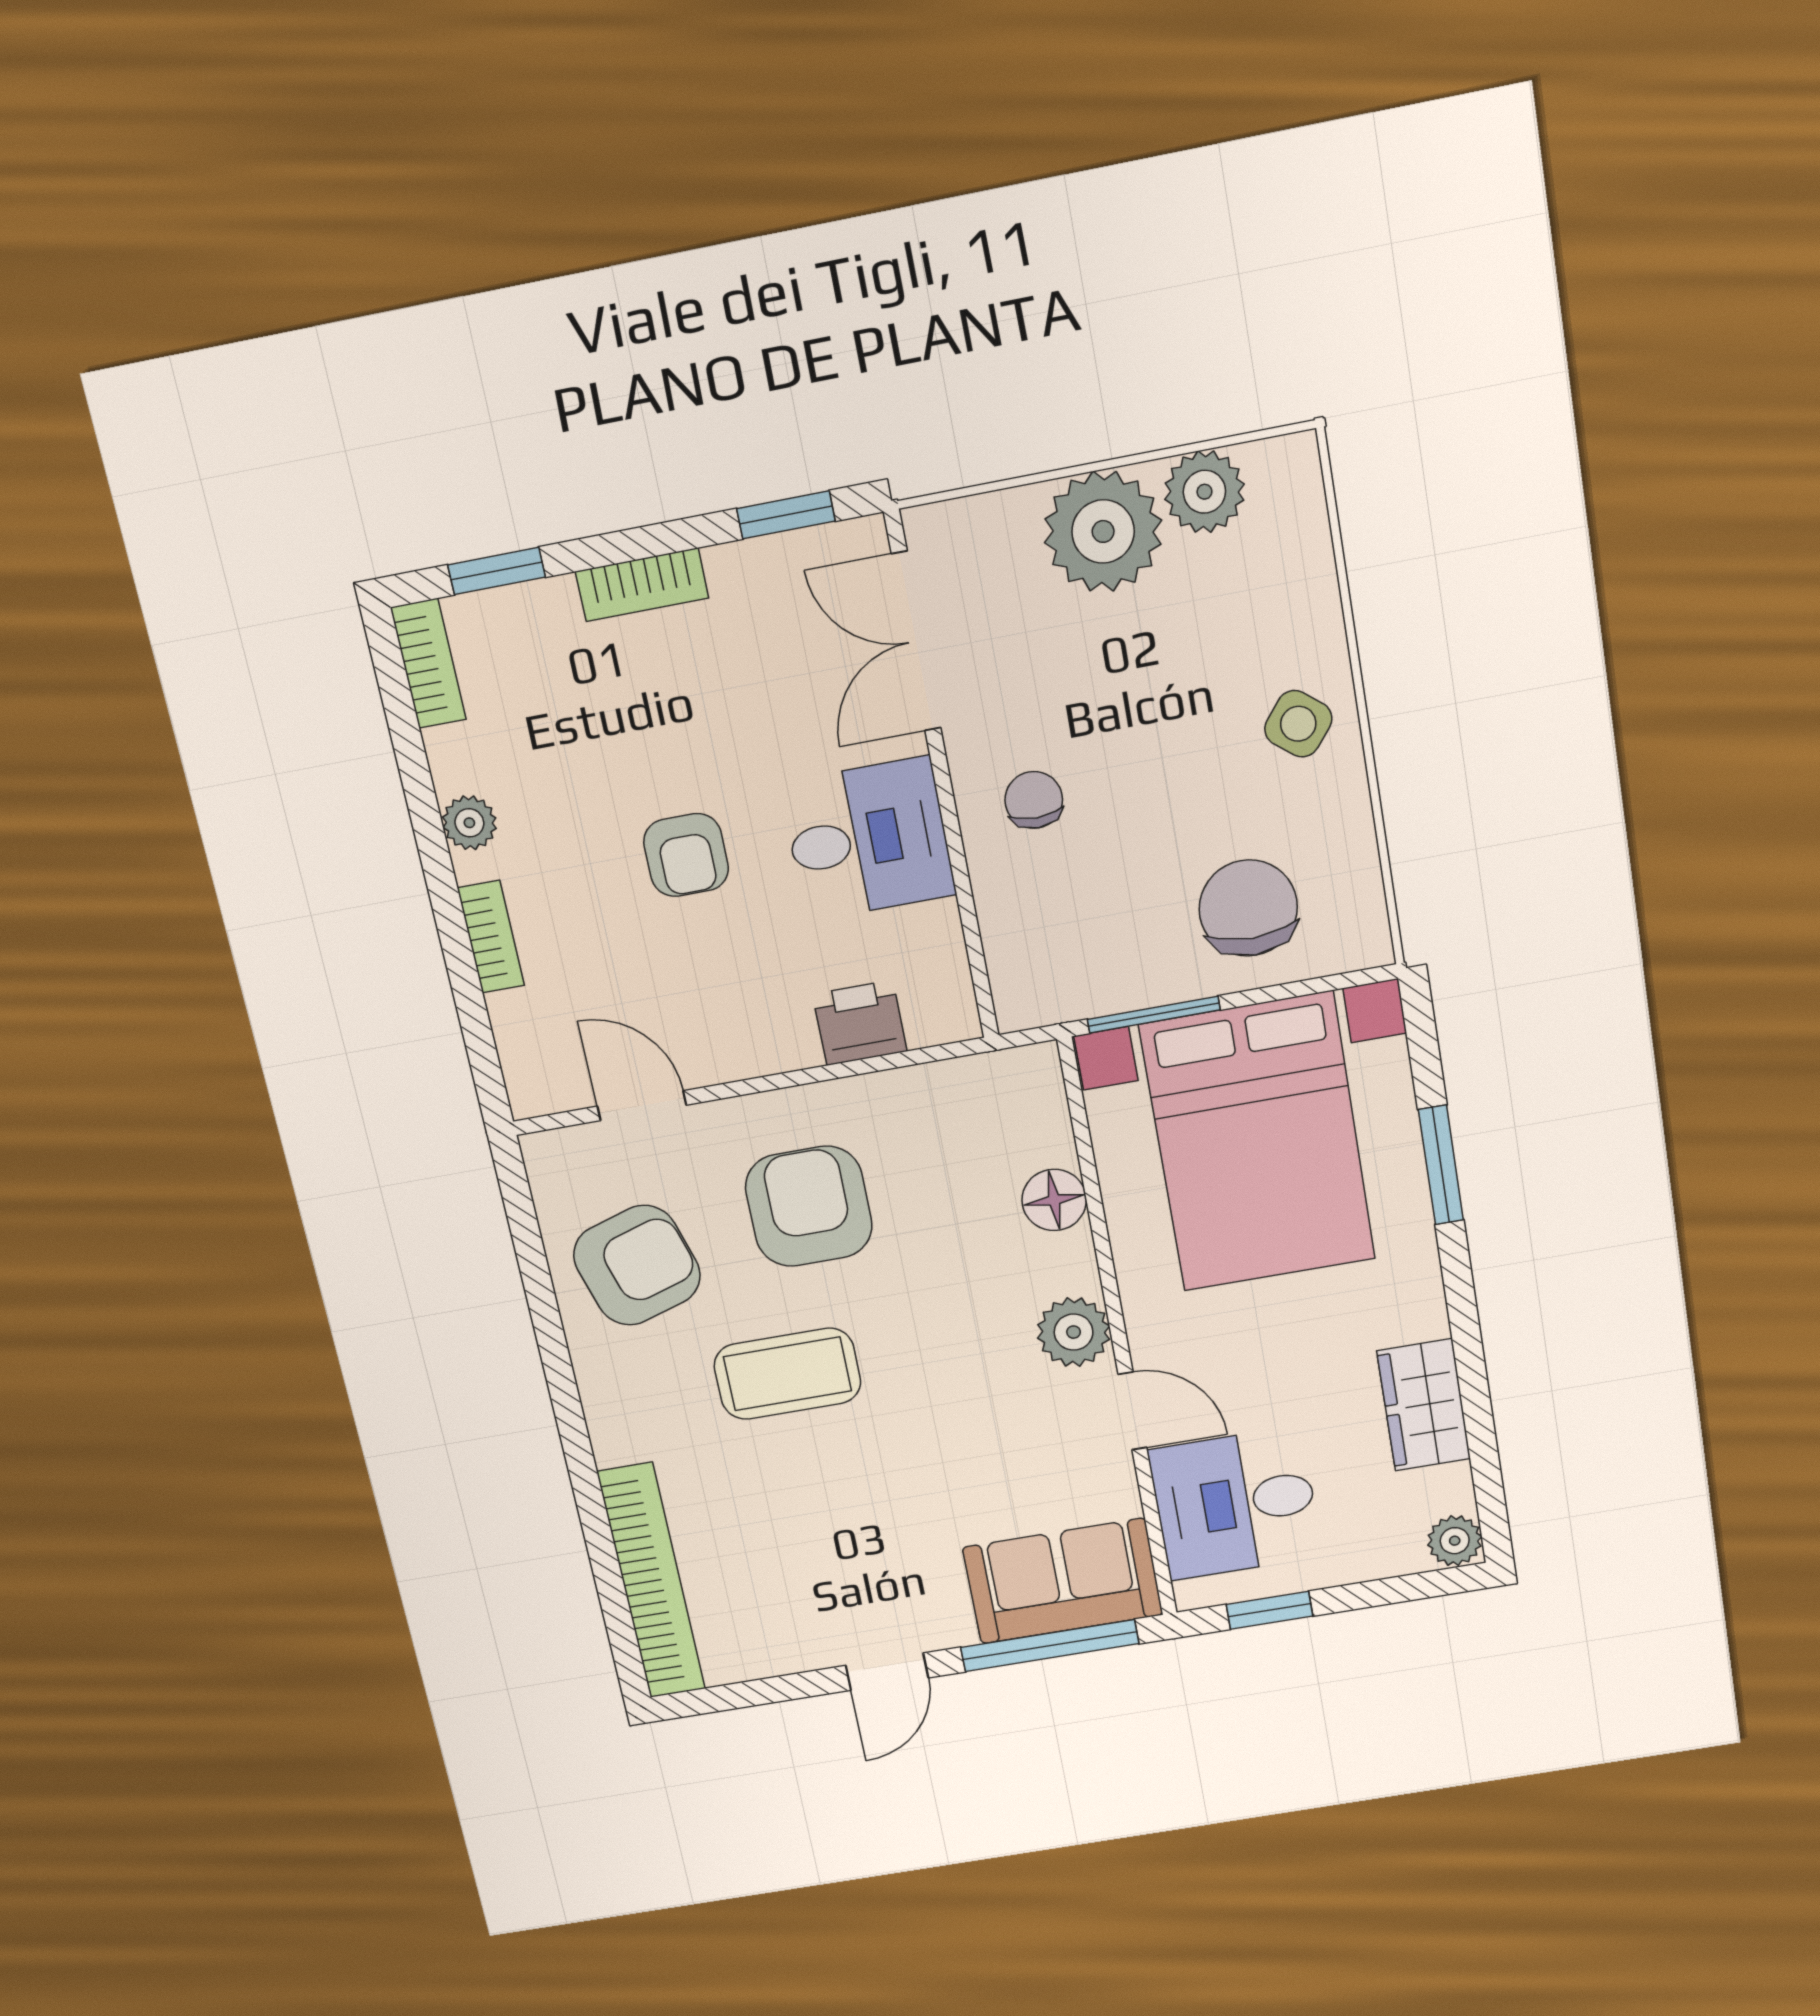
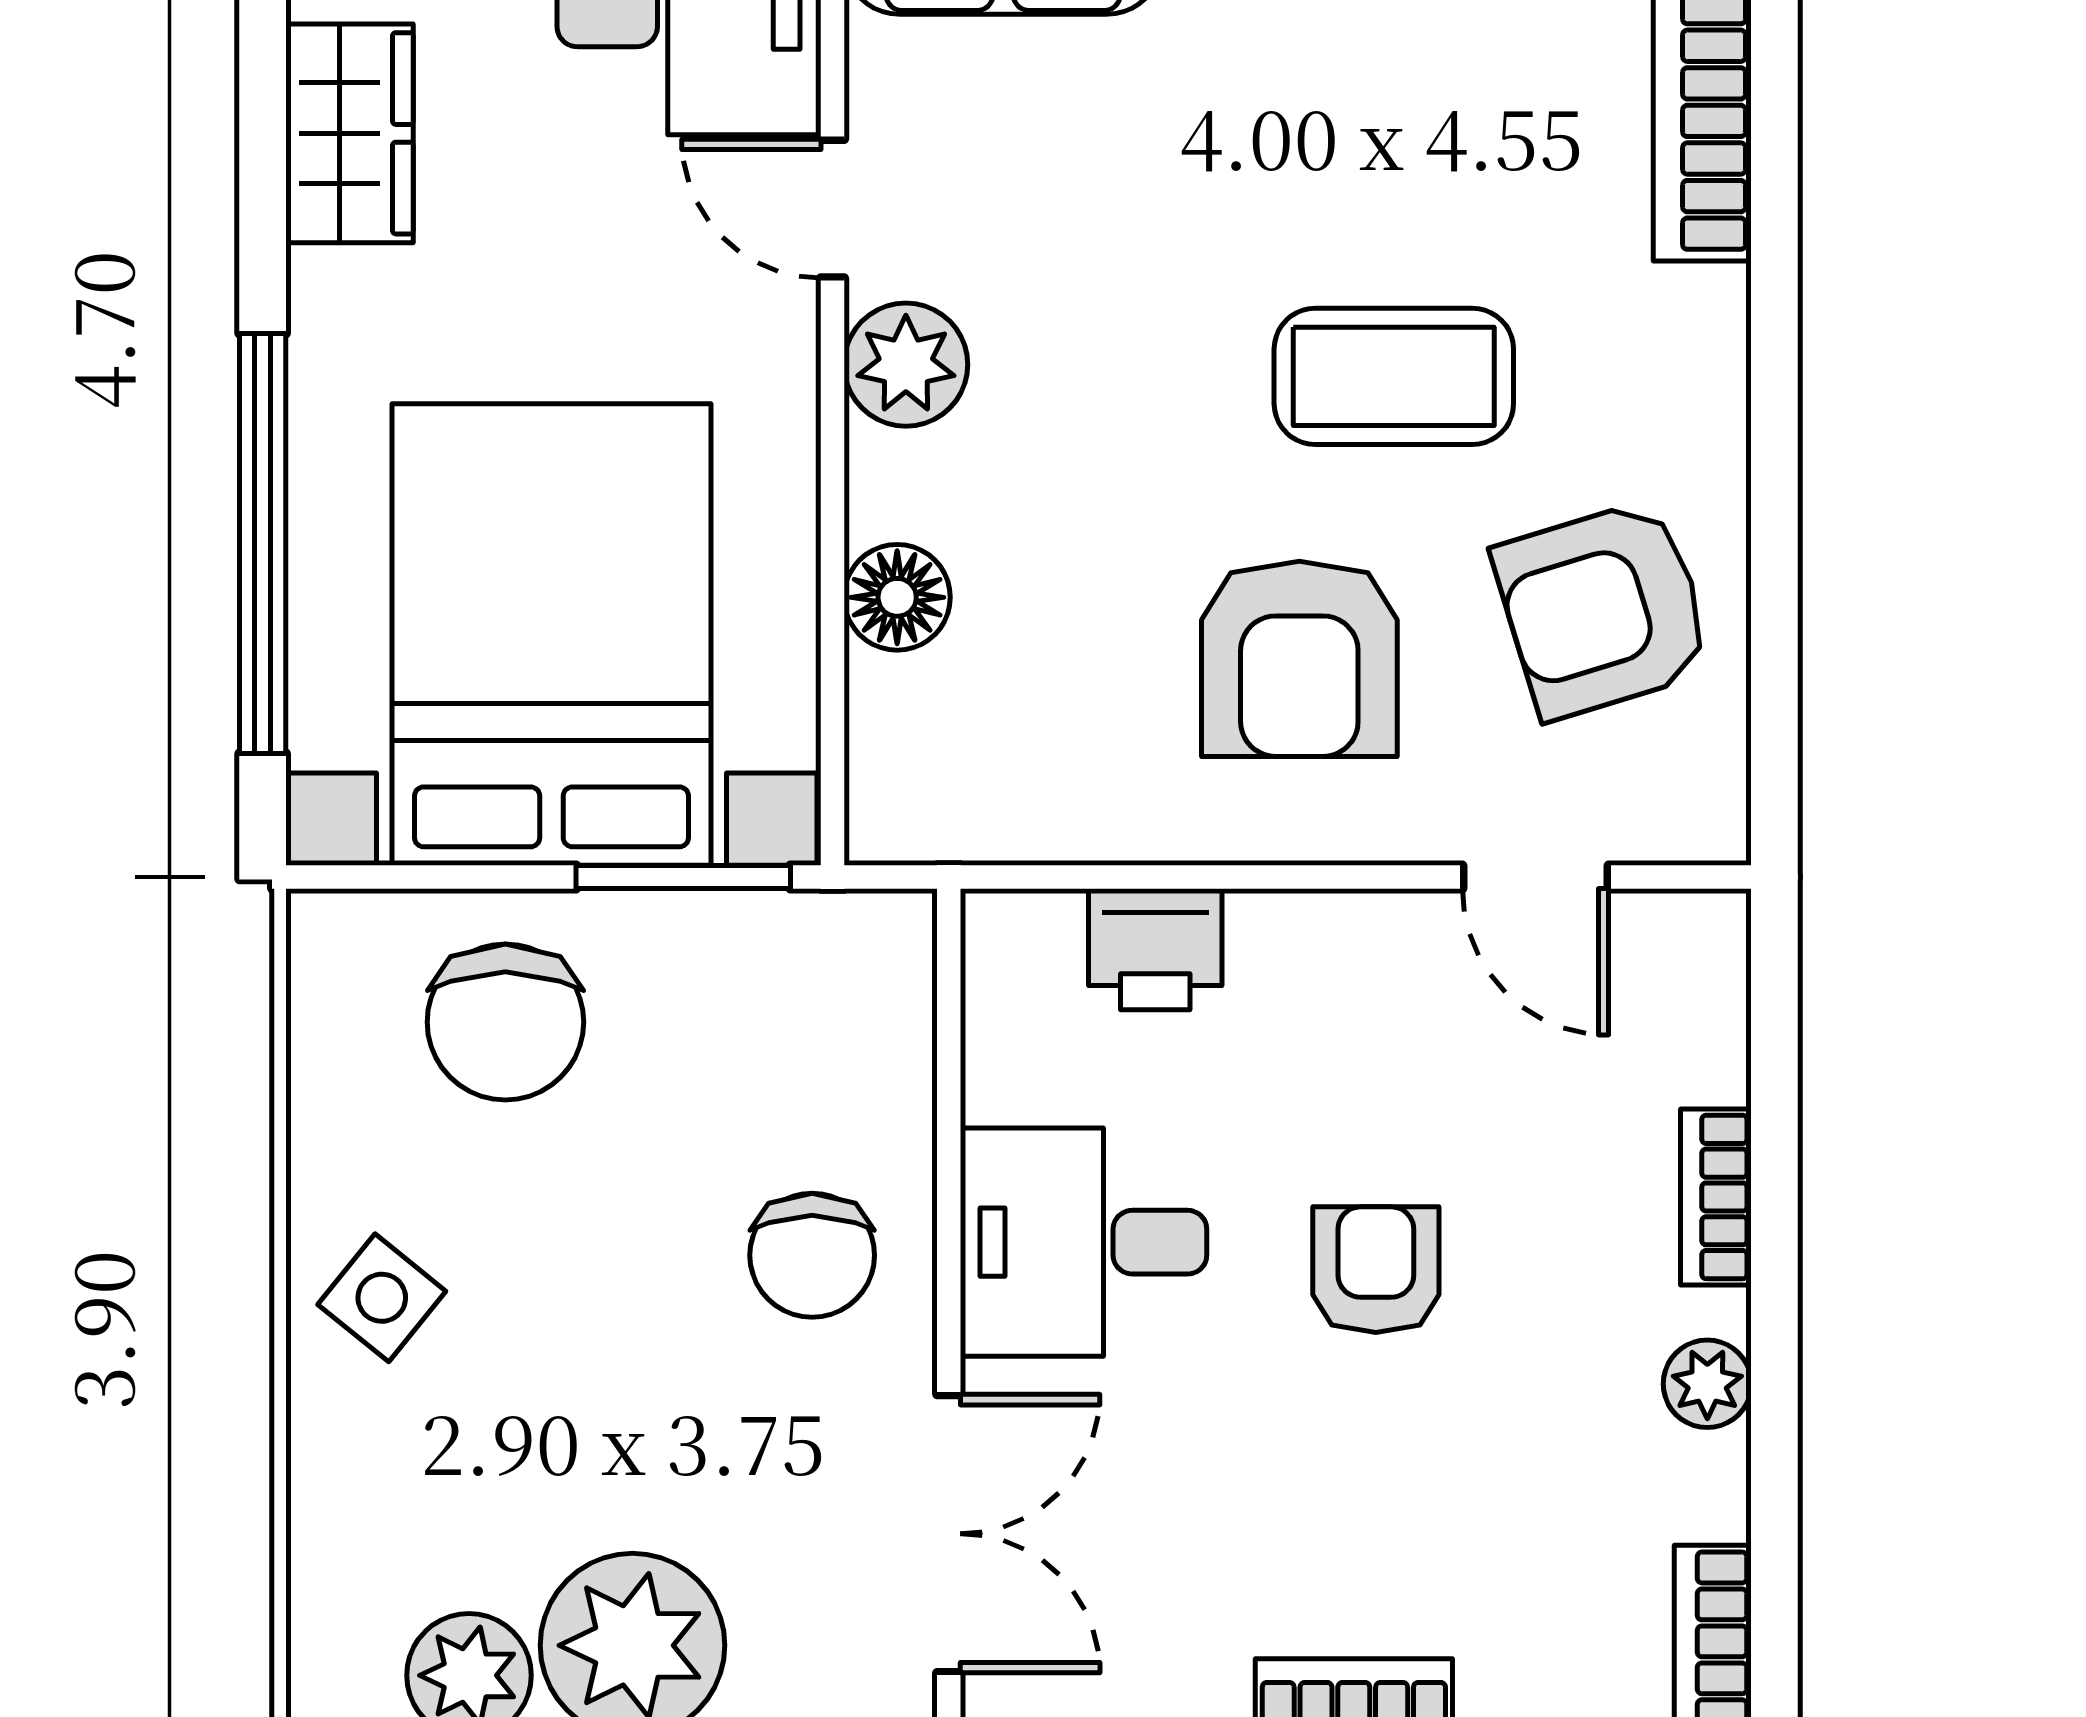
chair: (1034, 800) -> (812, 1255), width x1.37, depth x1.37
window: (1441, 1165) -> (263, 543), width x2.11

